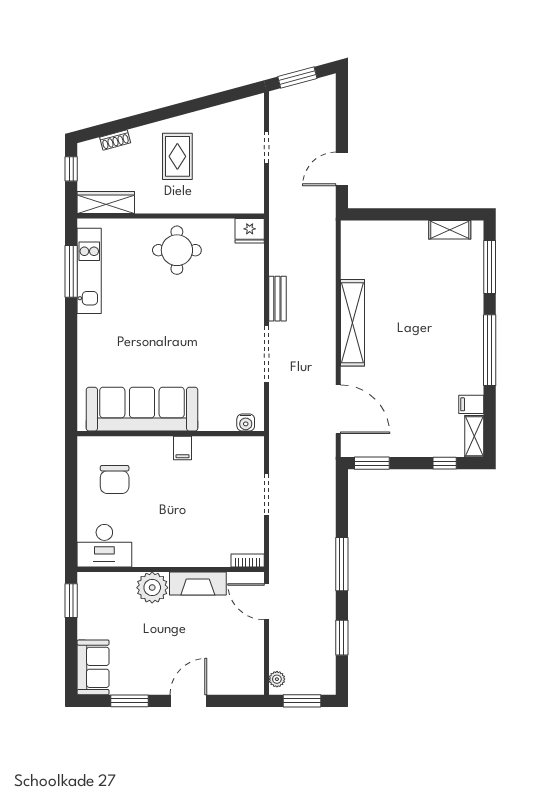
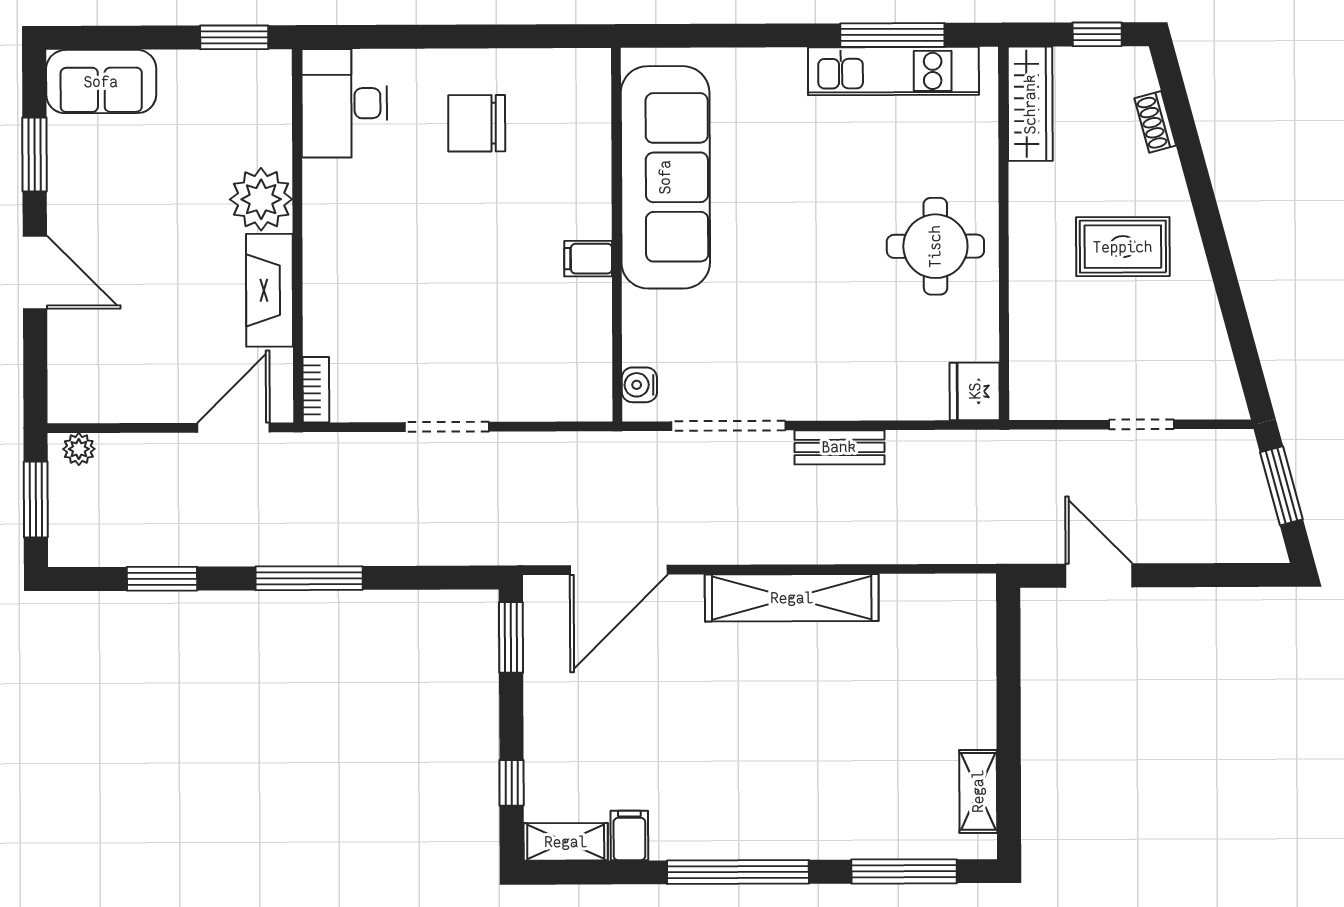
sofa: (142, 409) -> (665, 177), moved
water cooler: (246, 422) -> (639, 385), moved
wall: (171, 434) -> (617, 235), moved
filing cabinet: (183, 448) -> (588, 259), moved

